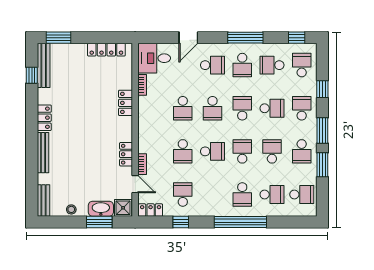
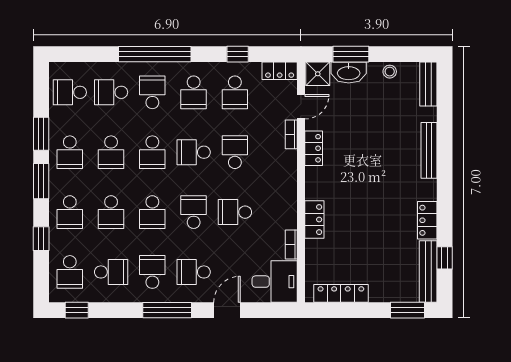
window: (245, 38) -> (167, 310), moved
school desk: (183, 108) -> (235, 212), turned -90
school desk: (272, 108) -> (111, 212), turned -90
locker: (44, 118) -> (427, 220), moved
school desk: (302, 151) -> (70, 152), turned 180
door: (135, 184) -> (301, 107), swing flipped
school desk: (213, 195) -> (194, 92), added

